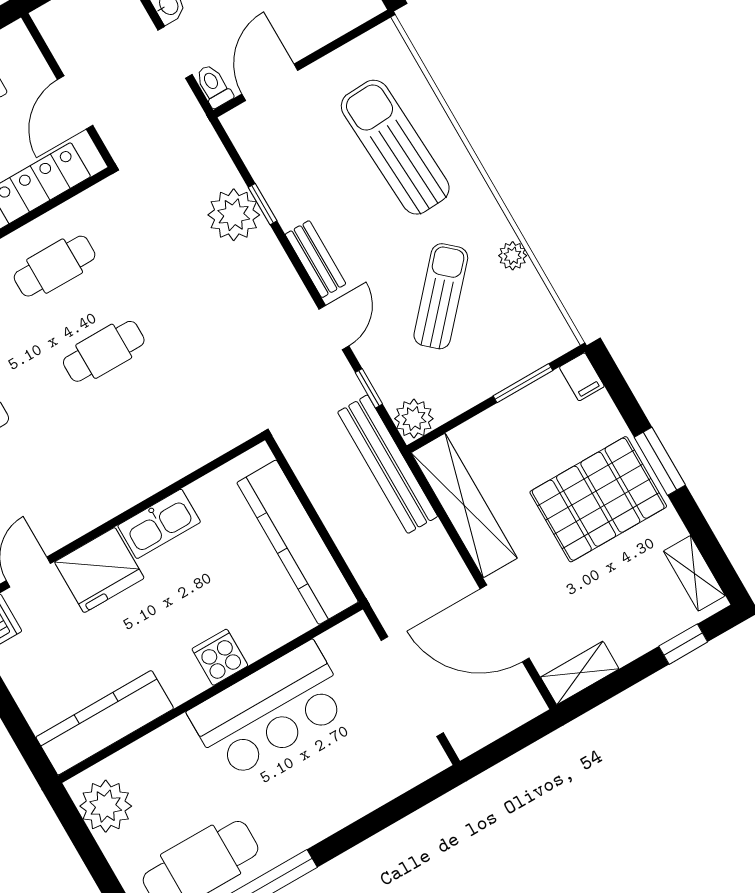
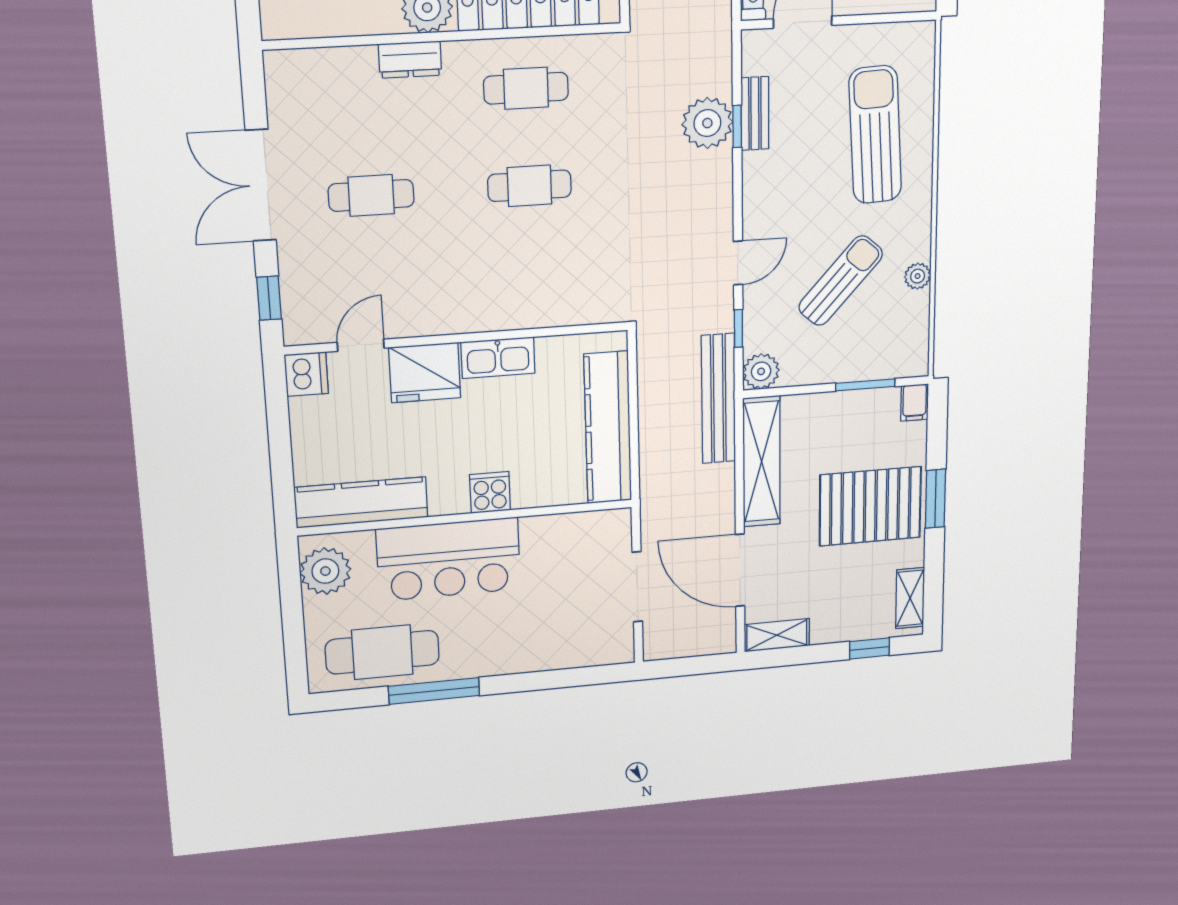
bench: (315, 259) -> (755, 113), moved
doorway: (412, 686) -> (637, 587), width x0.73
bar counter: (269, 710) -> (449, 559), moved

